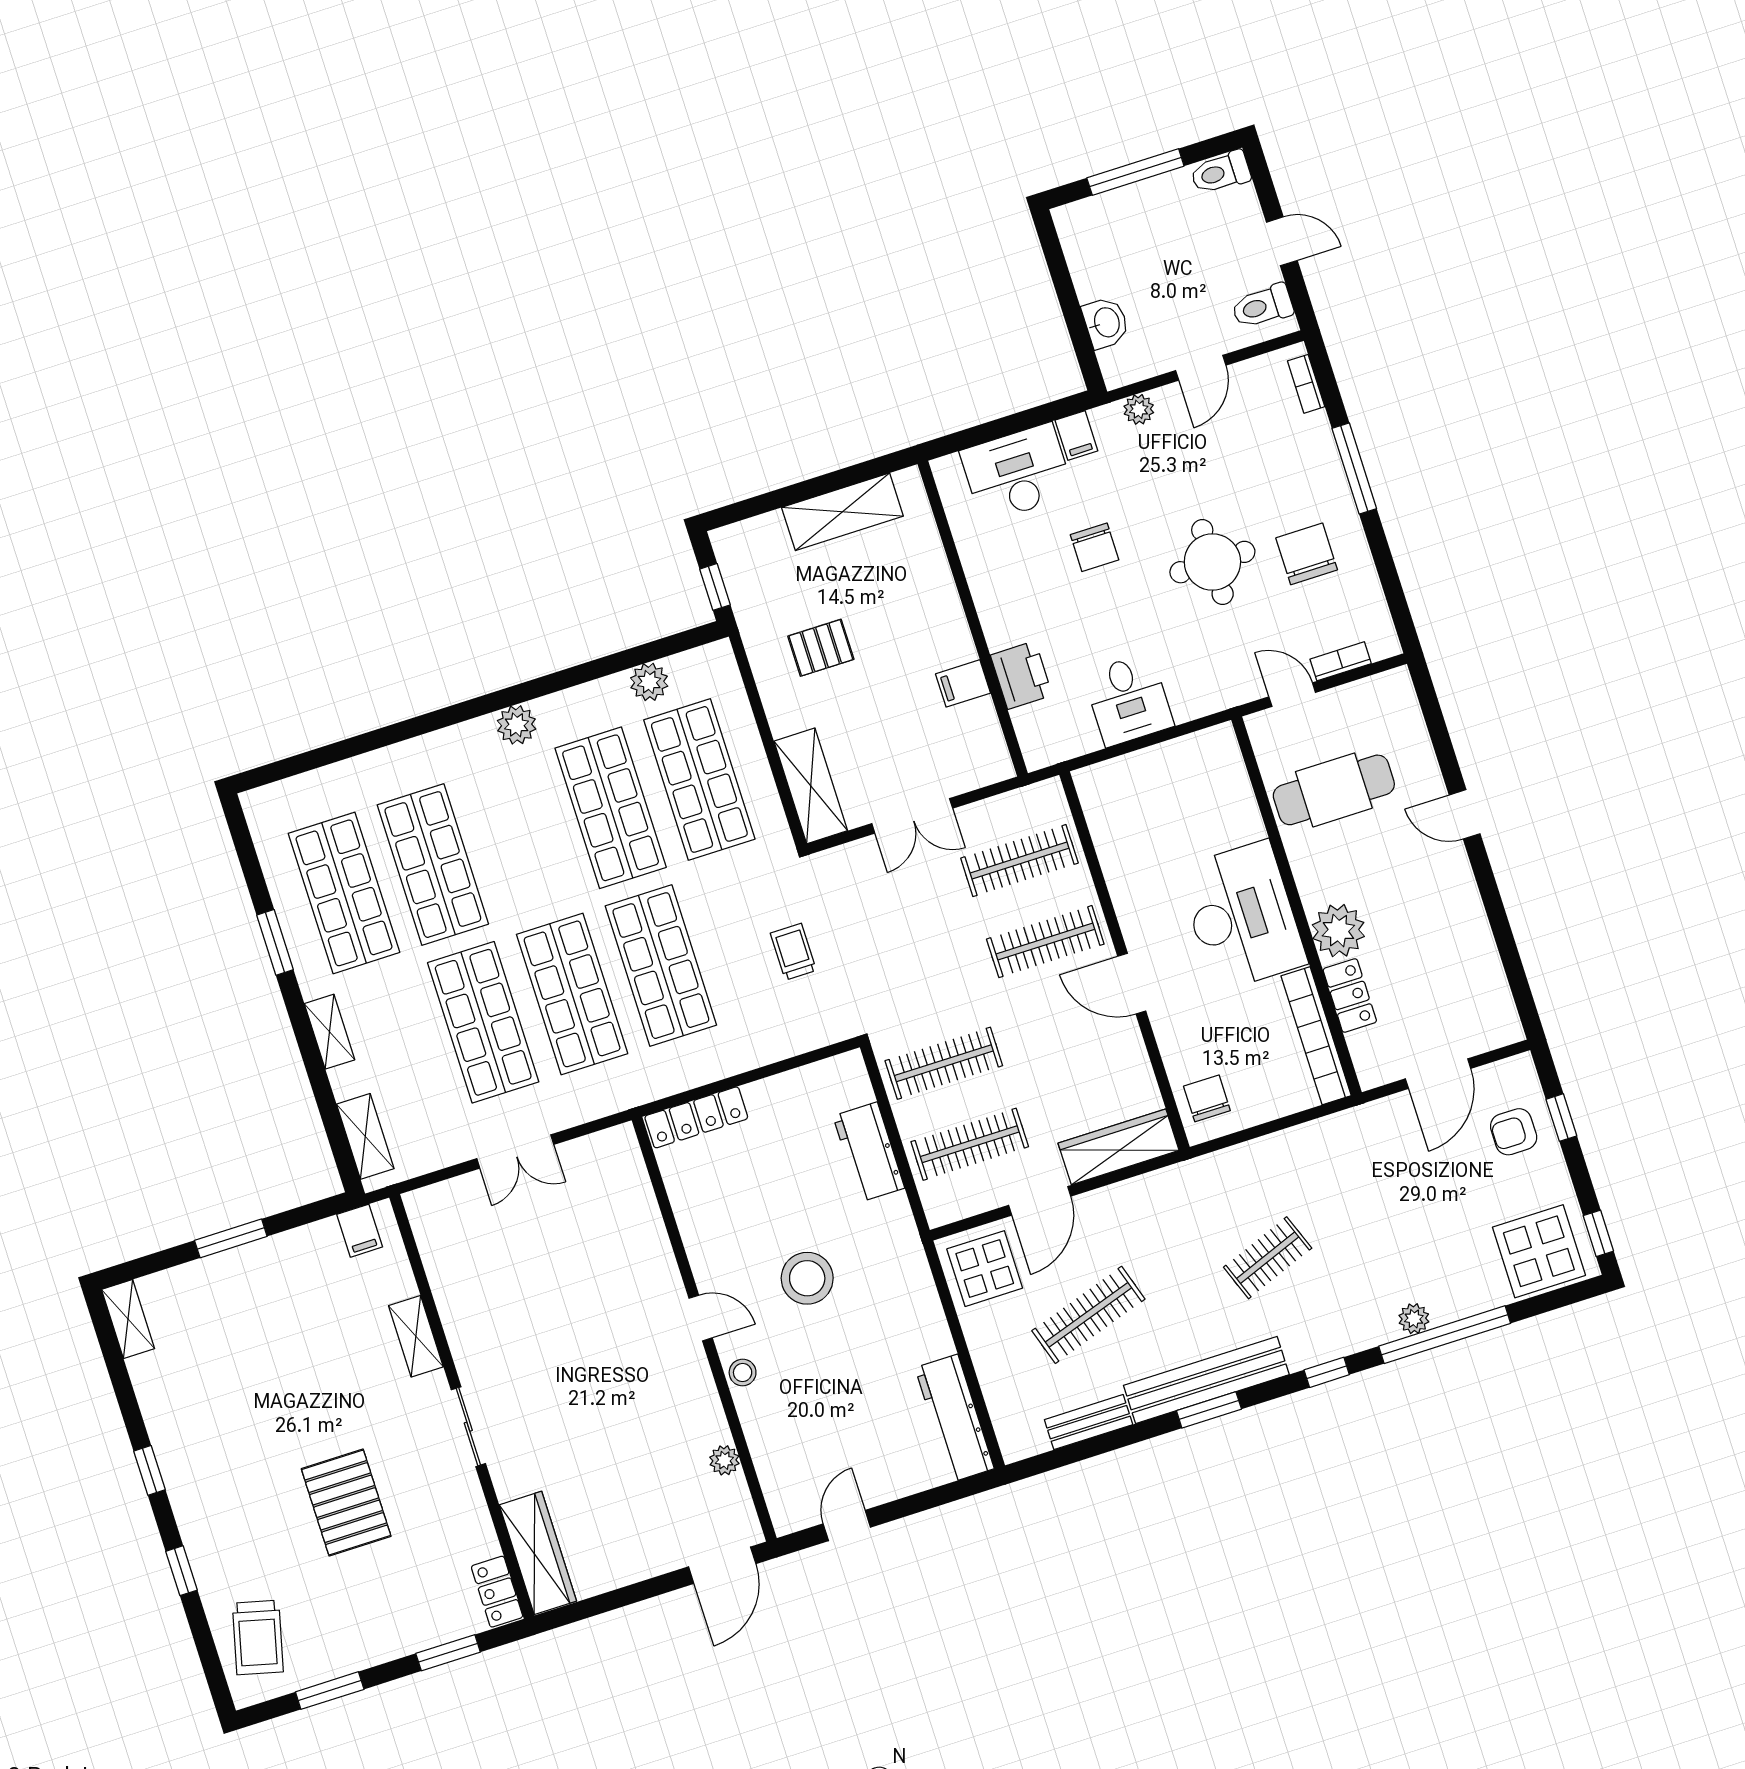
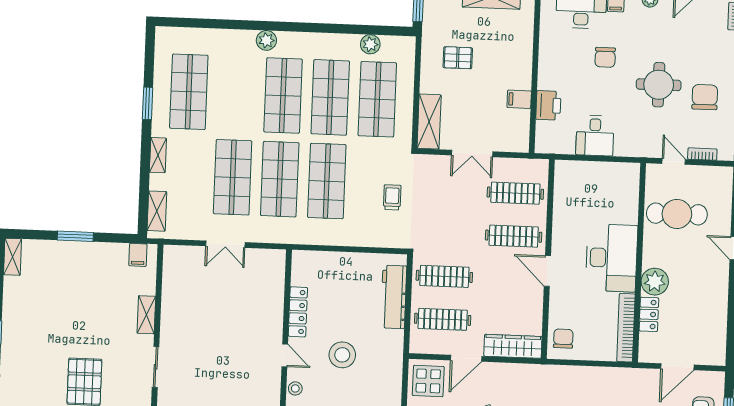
plant: (517, 725) -> (266, 40), moved
shop shelf: (433, 865) -> (283, 96), moved
locker: (696, 1117) -> (298, 312), moved, turned -90
workbench: (869, 1152) -> (394, 297), width x1.37

